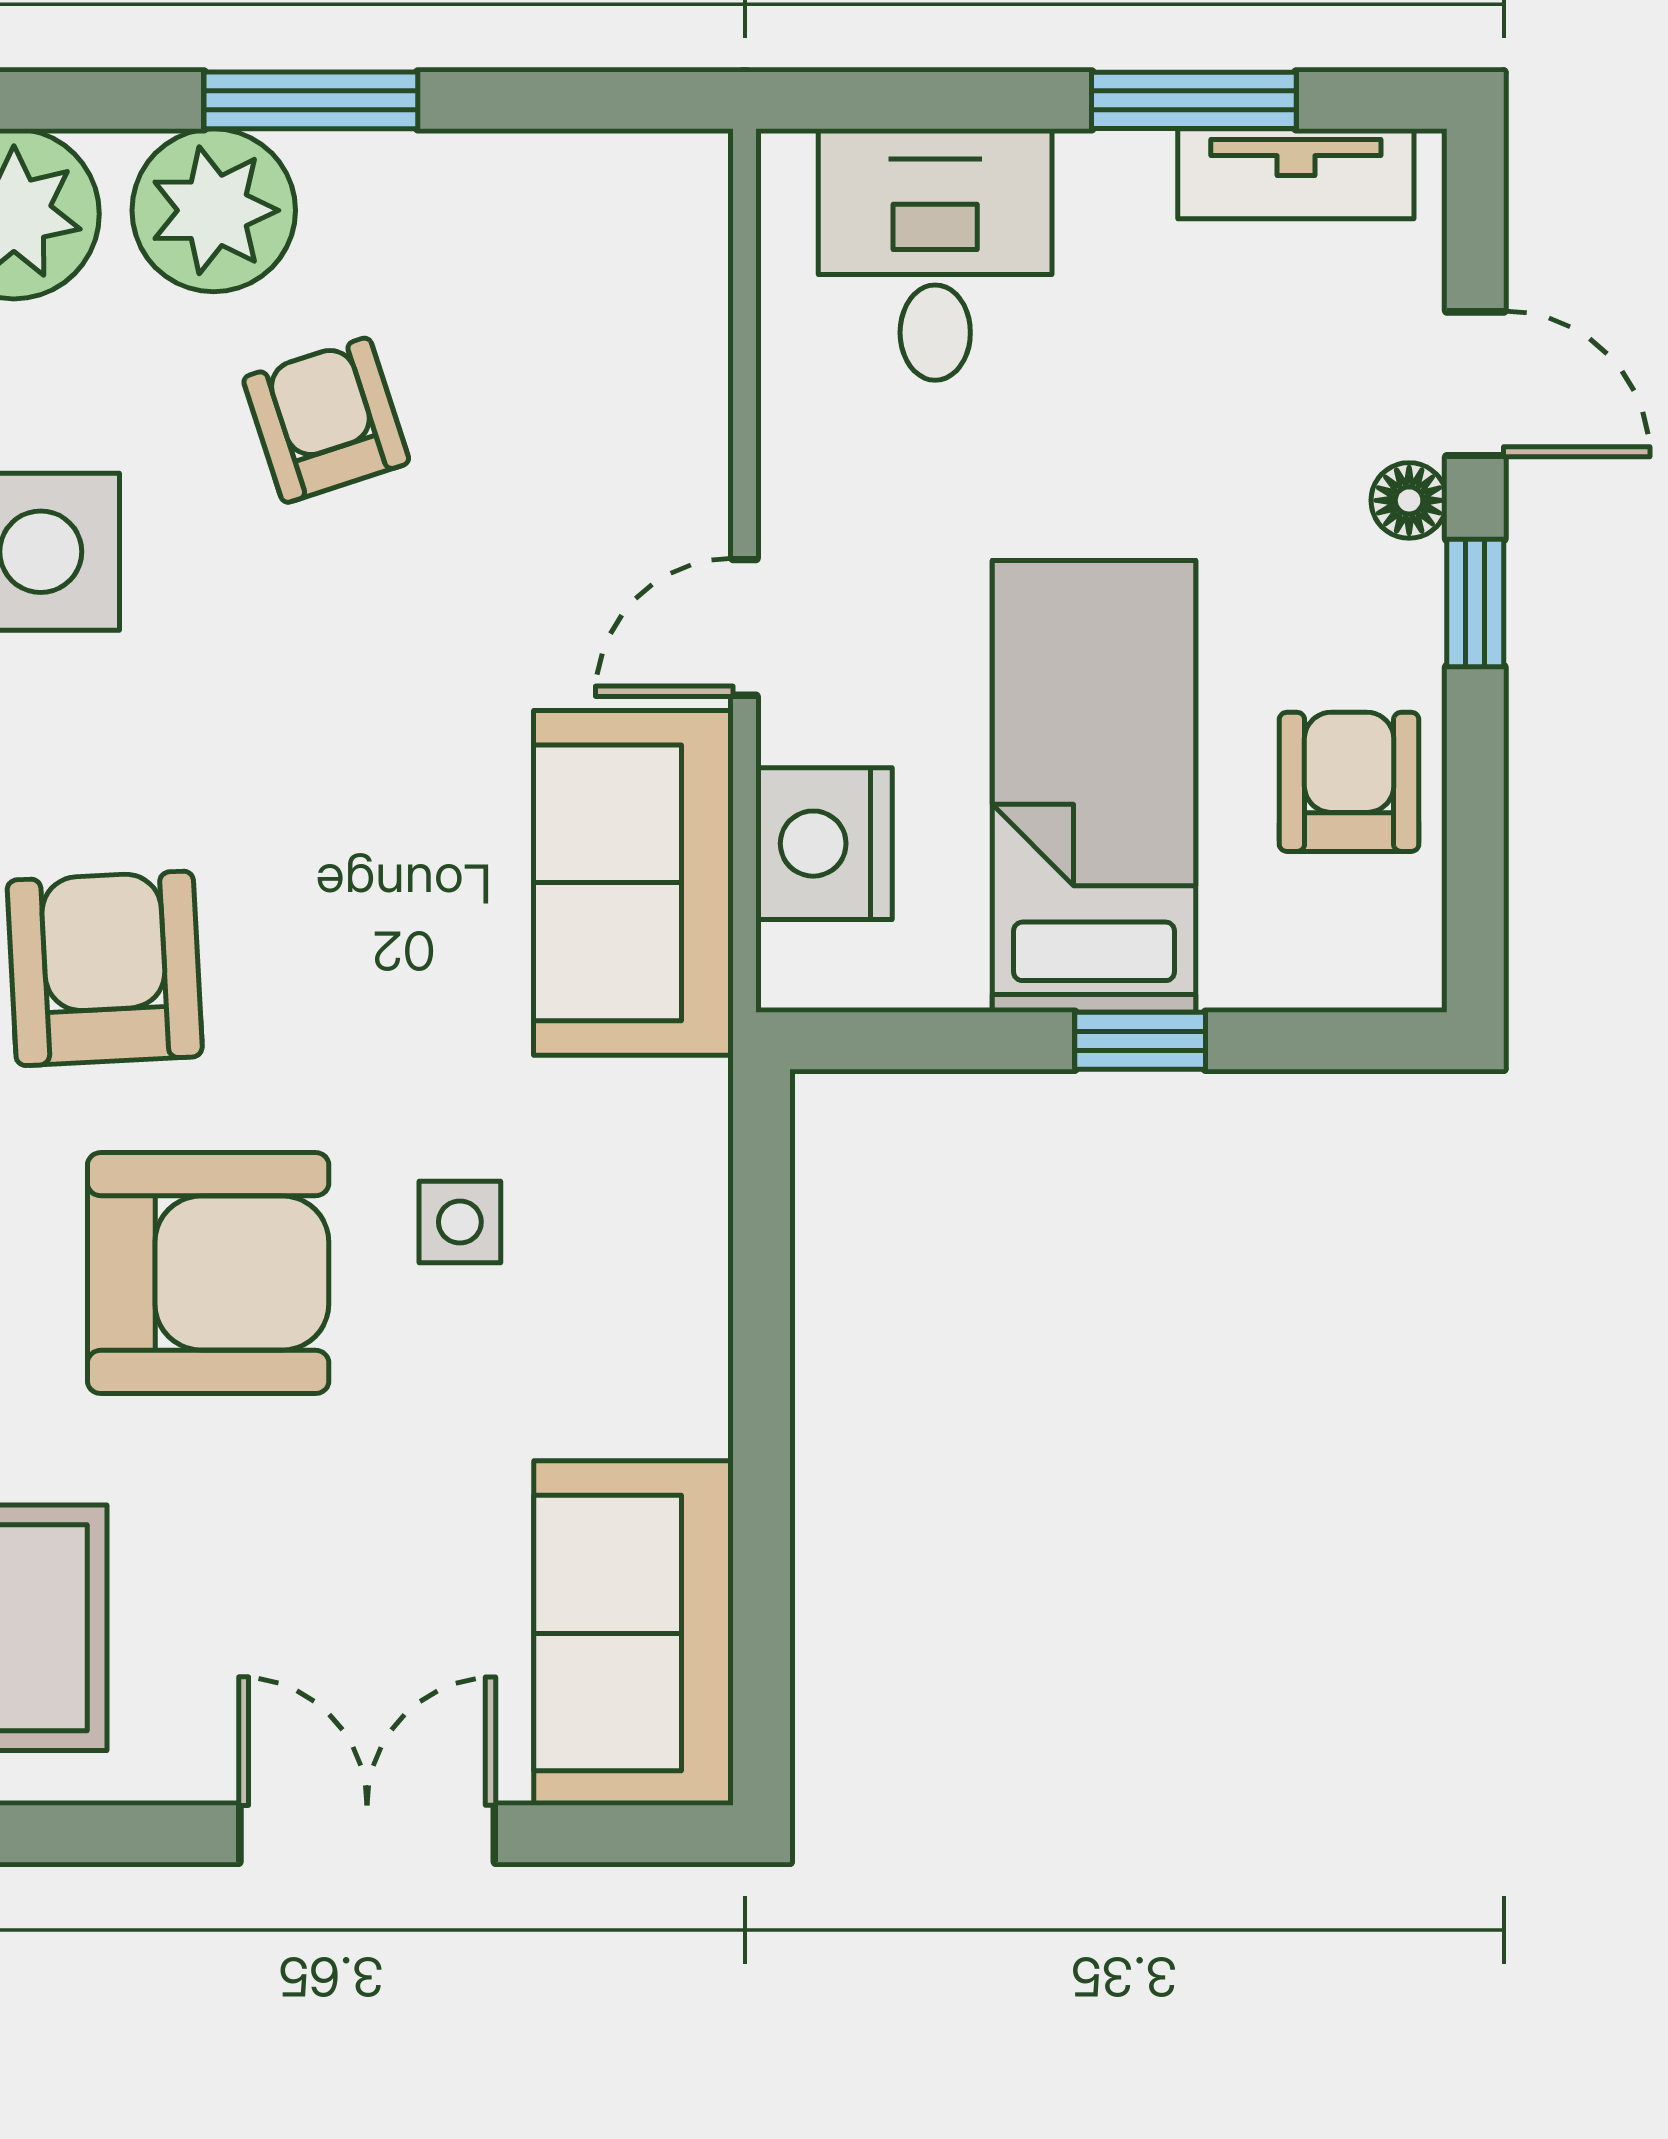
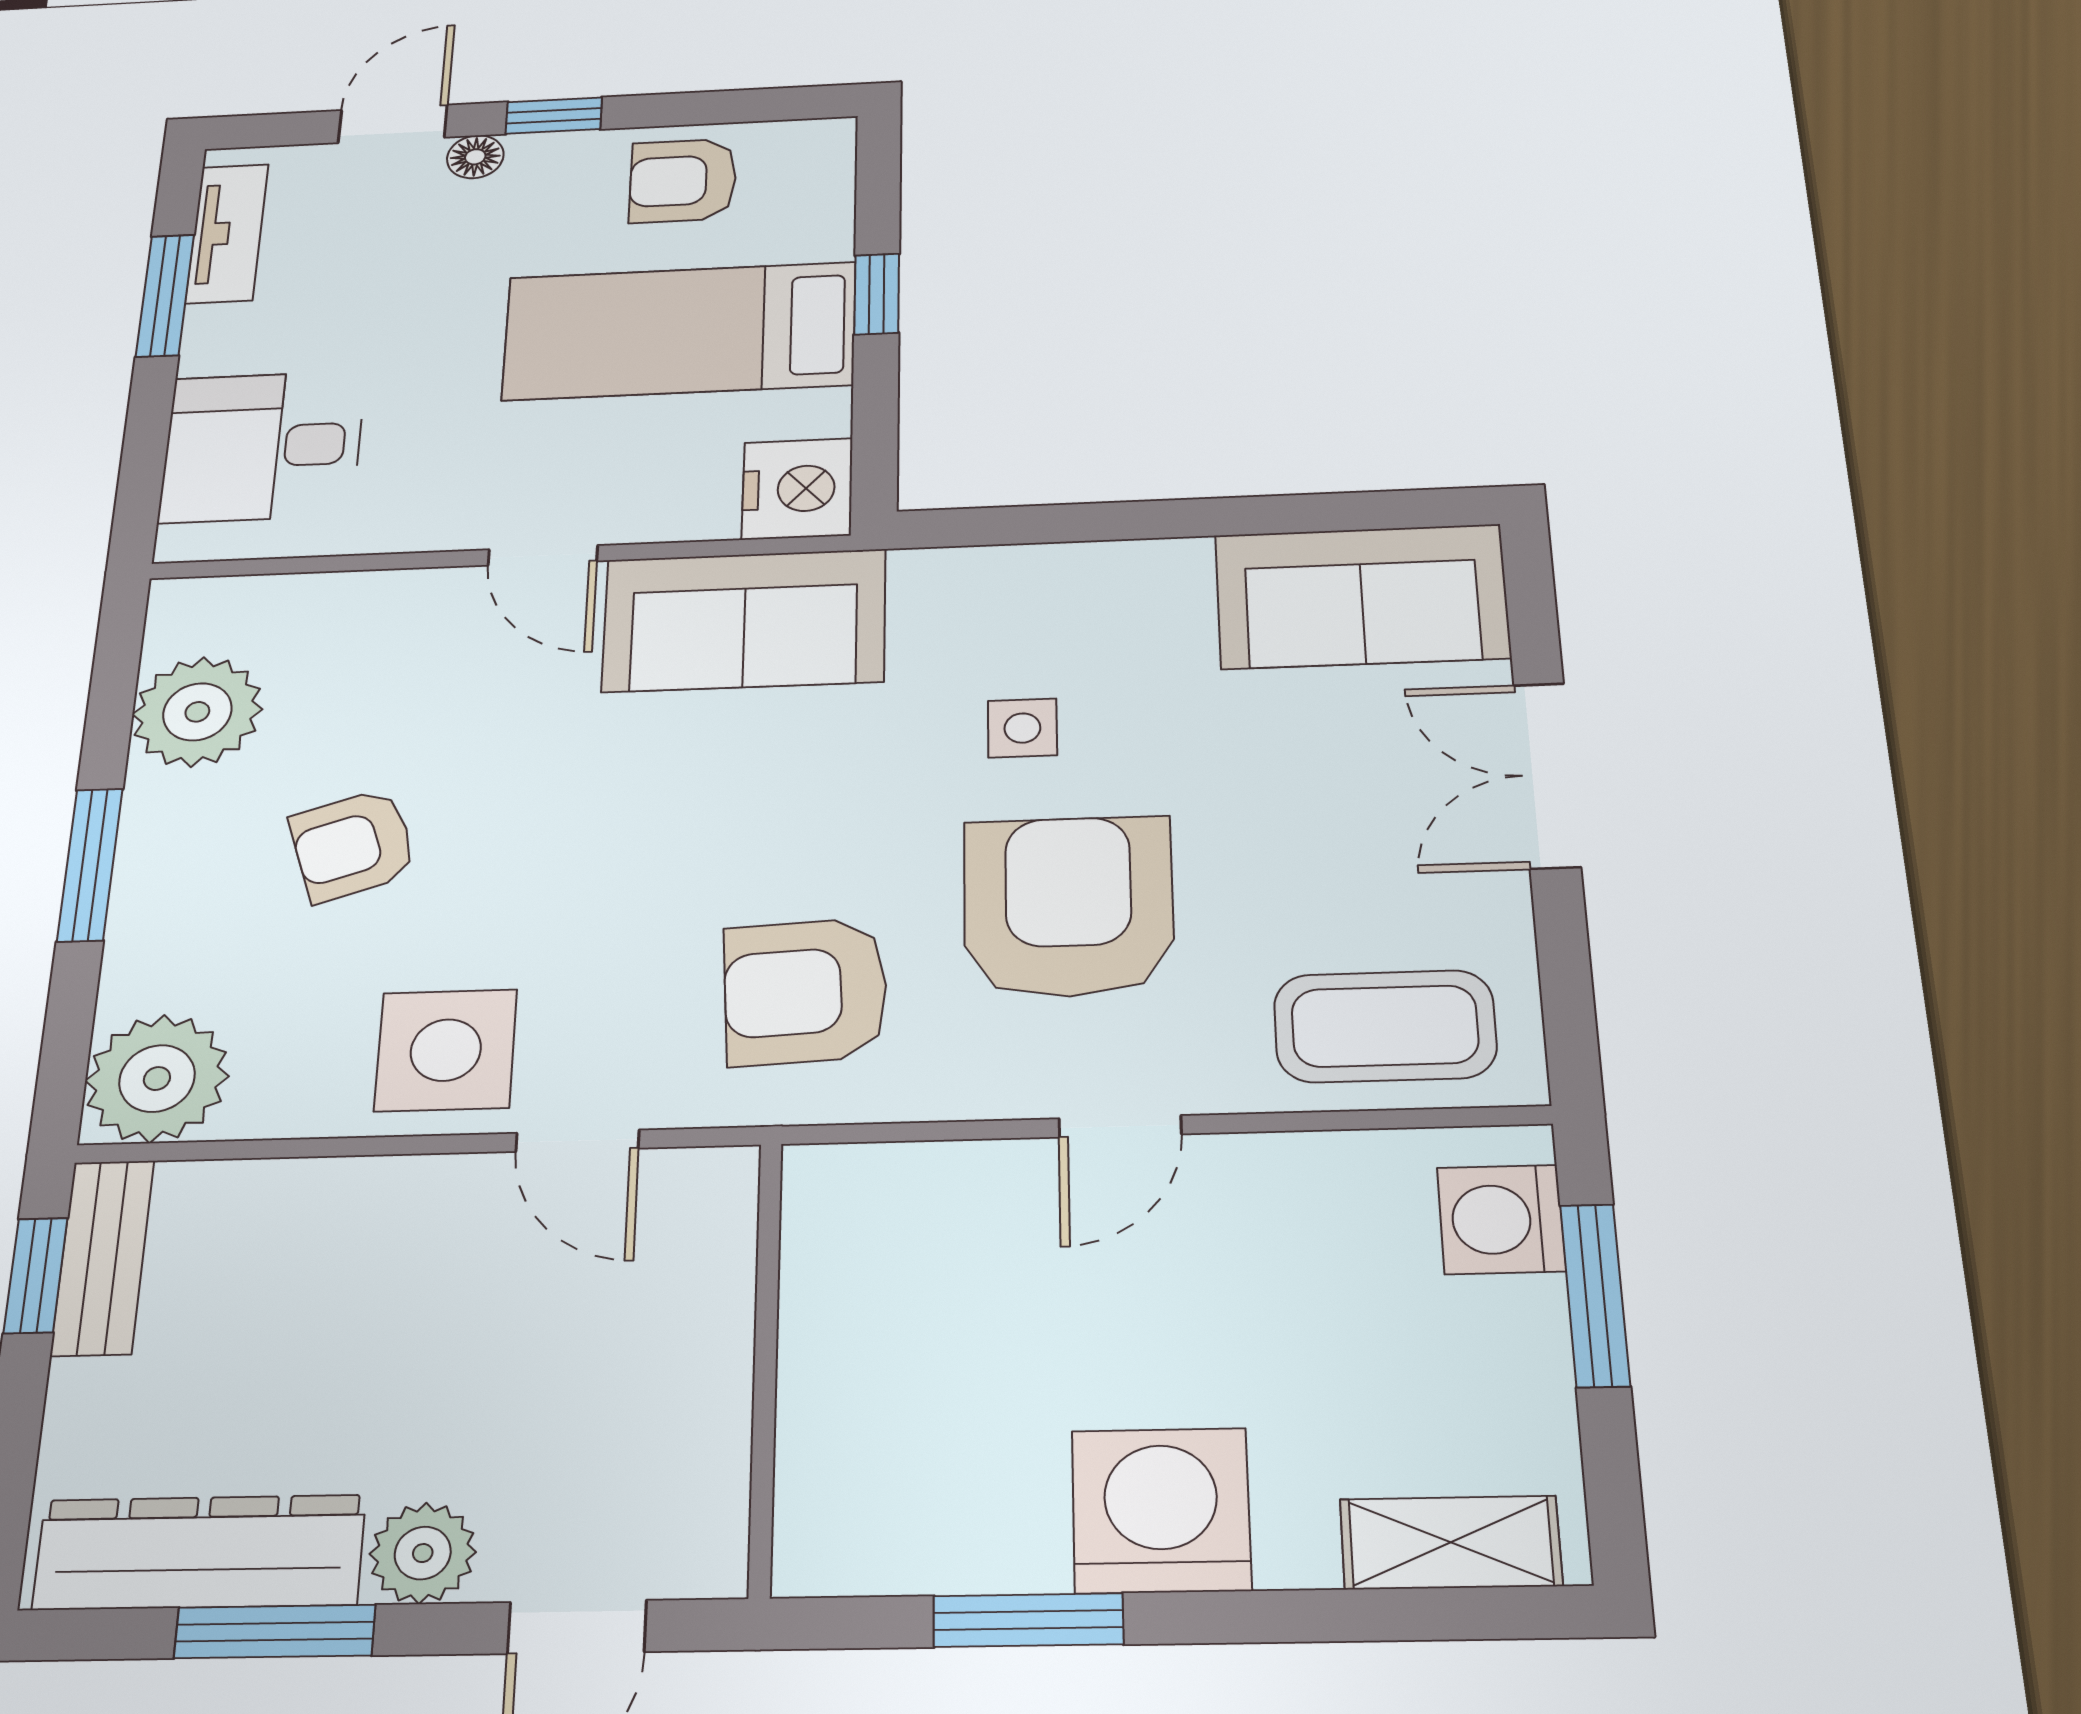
plant: (214, 210) -> (197, 712), moved
nightstand: (824, 844) -> (797, 489), moved, turned -90

